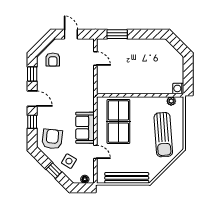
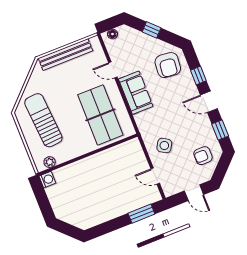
armchair: (53, 60) -> (203, 156), turned -90
side table: (69, 161) -> (164, 146), moved

